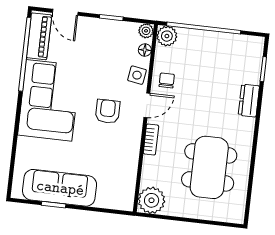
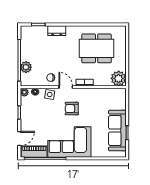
plant: (167, 36) -> (26, 67), moved

